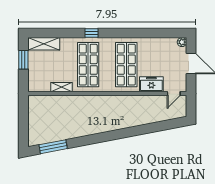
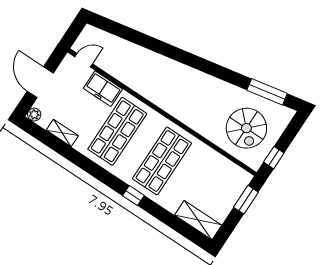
window: (23, 60) -> (246, 200), moved
shelving: (61, 87) -> (62, 133), moved
window: (23, 110) -> (274, 158), added
spiral stairs: (51, 117) -> (246, 128), added

